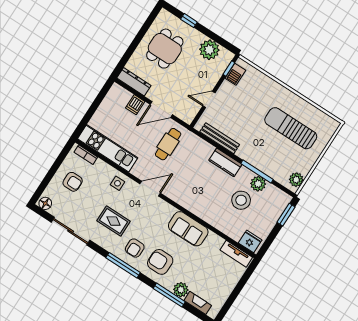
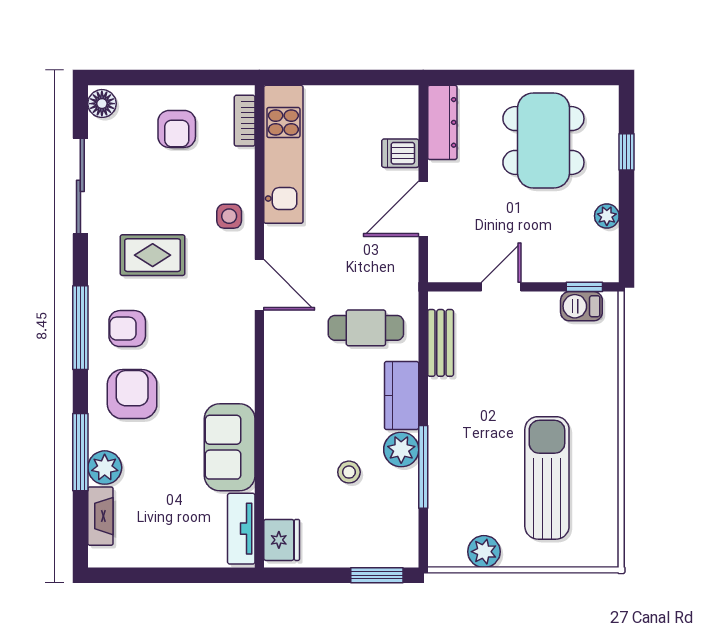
dining table: (165, 49) -> (543, 140), width x1.37
plant: (209, 50) -> (607, 216), width x0.53, depth x0.53
door: (209, 99) -> (501, 287), hinge flipped
door: (161, 110) -> (423, 209), hinge flipped
bench: (220, 138) -> (441, 343), width x0.73
cafe table: (168, 144) -> (366, 328), moved
plant: (296, 180) -> (484, 552), moved
plant: (258, 184) -> (401, 450), moved
stool: (241, 200) -> (349, 472), width x0.53, depth x0.53
rug: (114, 221) -> (153, 255), turned 90
sofa: (188, 229) -> (230, 447), moved

